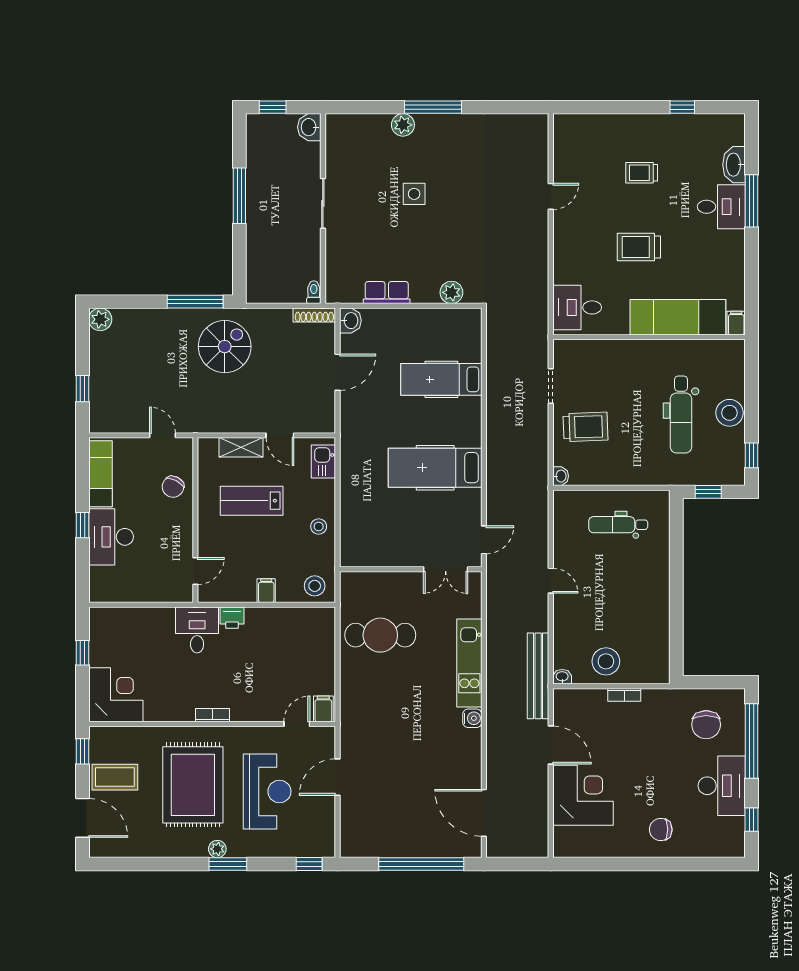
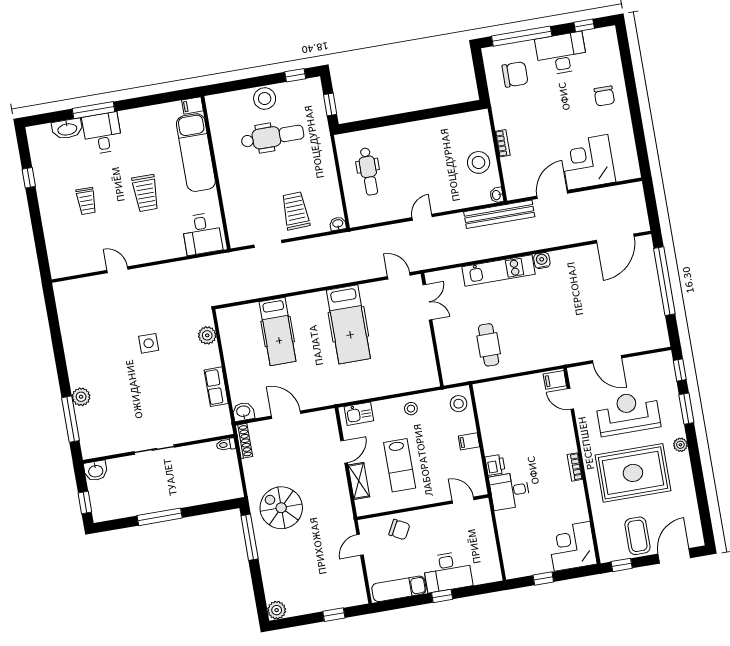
window: (433, 107) -> (70, 419), moved
side table: (414, 194) -> (149, 343), moved
cafe table: (380, 635) -> (489, 345), width x0.73, depth x0.74
window: (228, 864) -> (686, 409), moved

